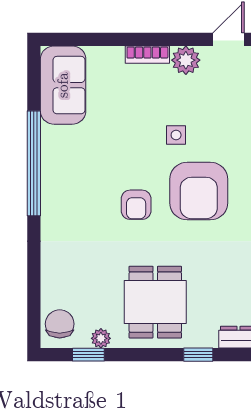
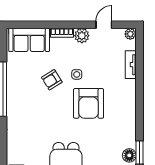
sofa: (63, 85) -> (29, 40), moved, turned 90
armchair: (136, 205) -> (52, 80), moved, turned 58

